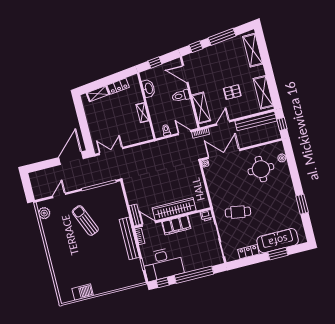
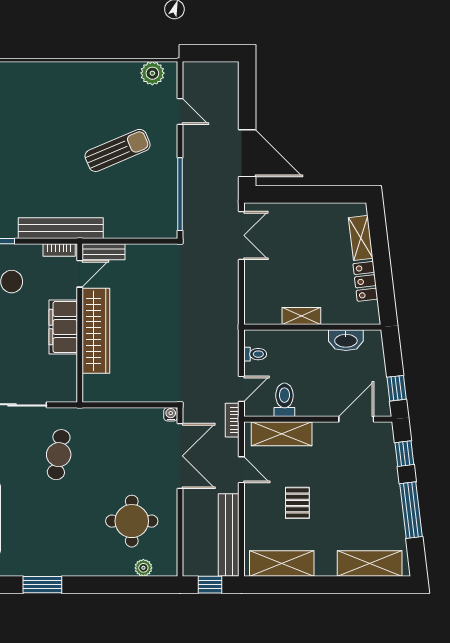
window: (155, 62) -> (397, 388), moved
toilet: (181, 96) -> (284, 400), moved
printer: (207, 216) -> (67, 392), removed

